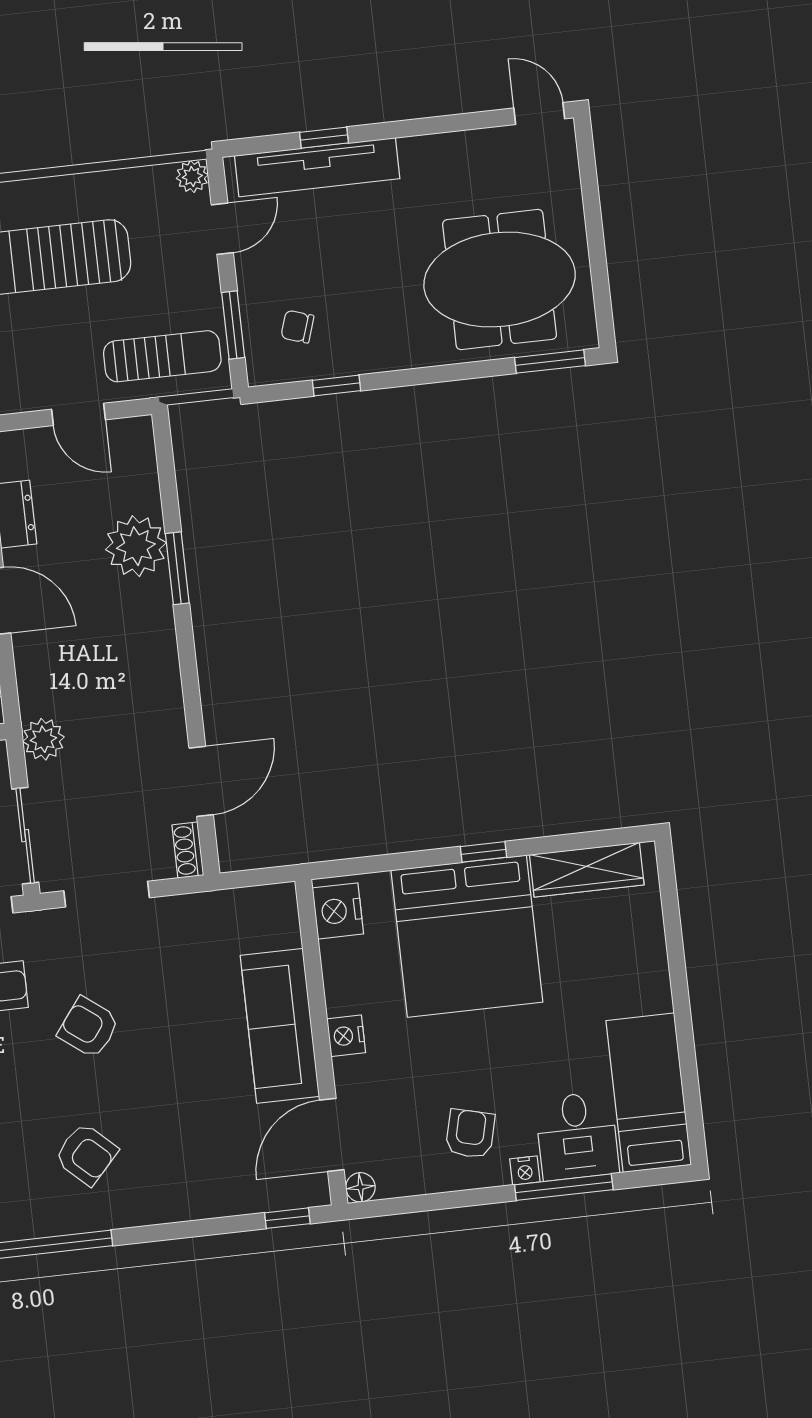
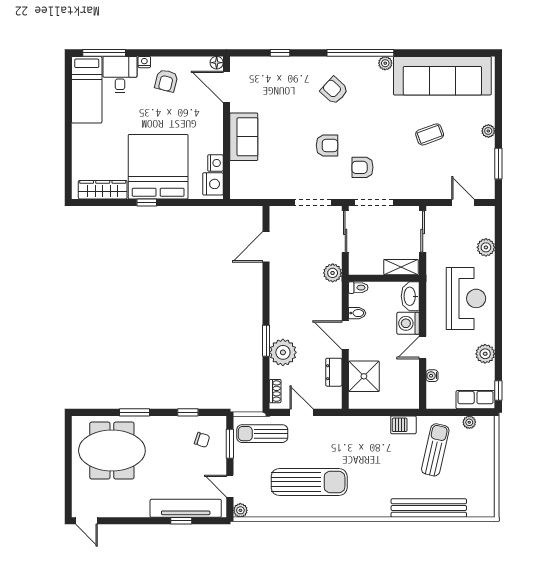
door: (222, 229) -> (230, 486), hinge flipped
window: (550, 362) -> (135, 412), moved
shoe rack: (188, 850) -> (275, 391), moved
sofa: (280, 1026) -> (244, 137), width x0.73
armchair: (89, 1027) -> (327, 145), turned -37
nightstand: (346, 1036) -> (215, 163), moved
door: (332, 1135) -> (226, 87), swing flipped
window: (564, 1187) -> (104, 53), moved
window: (287, 1218) -> (280, 53), moved

